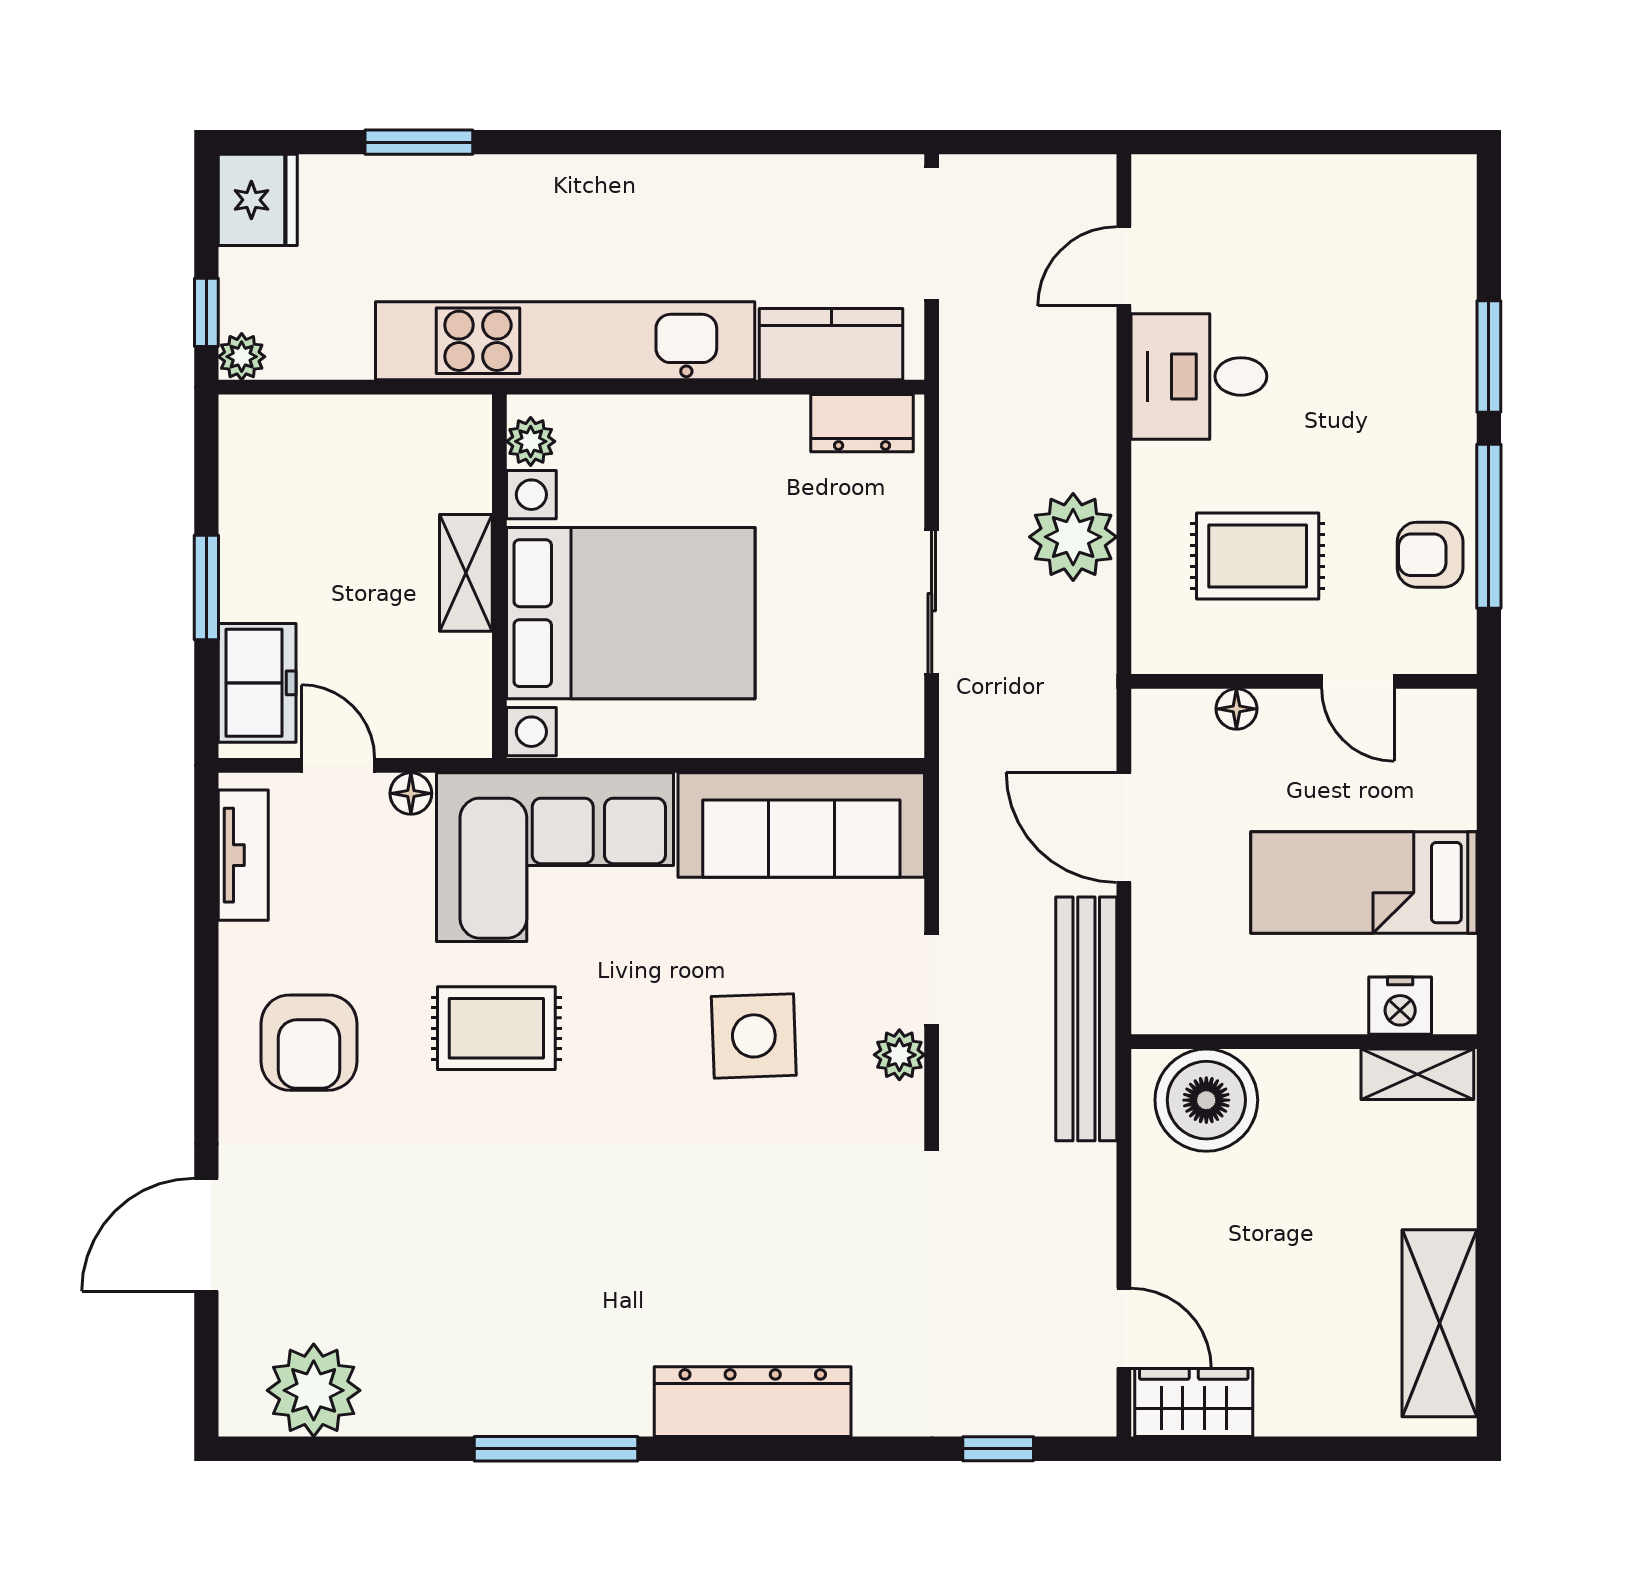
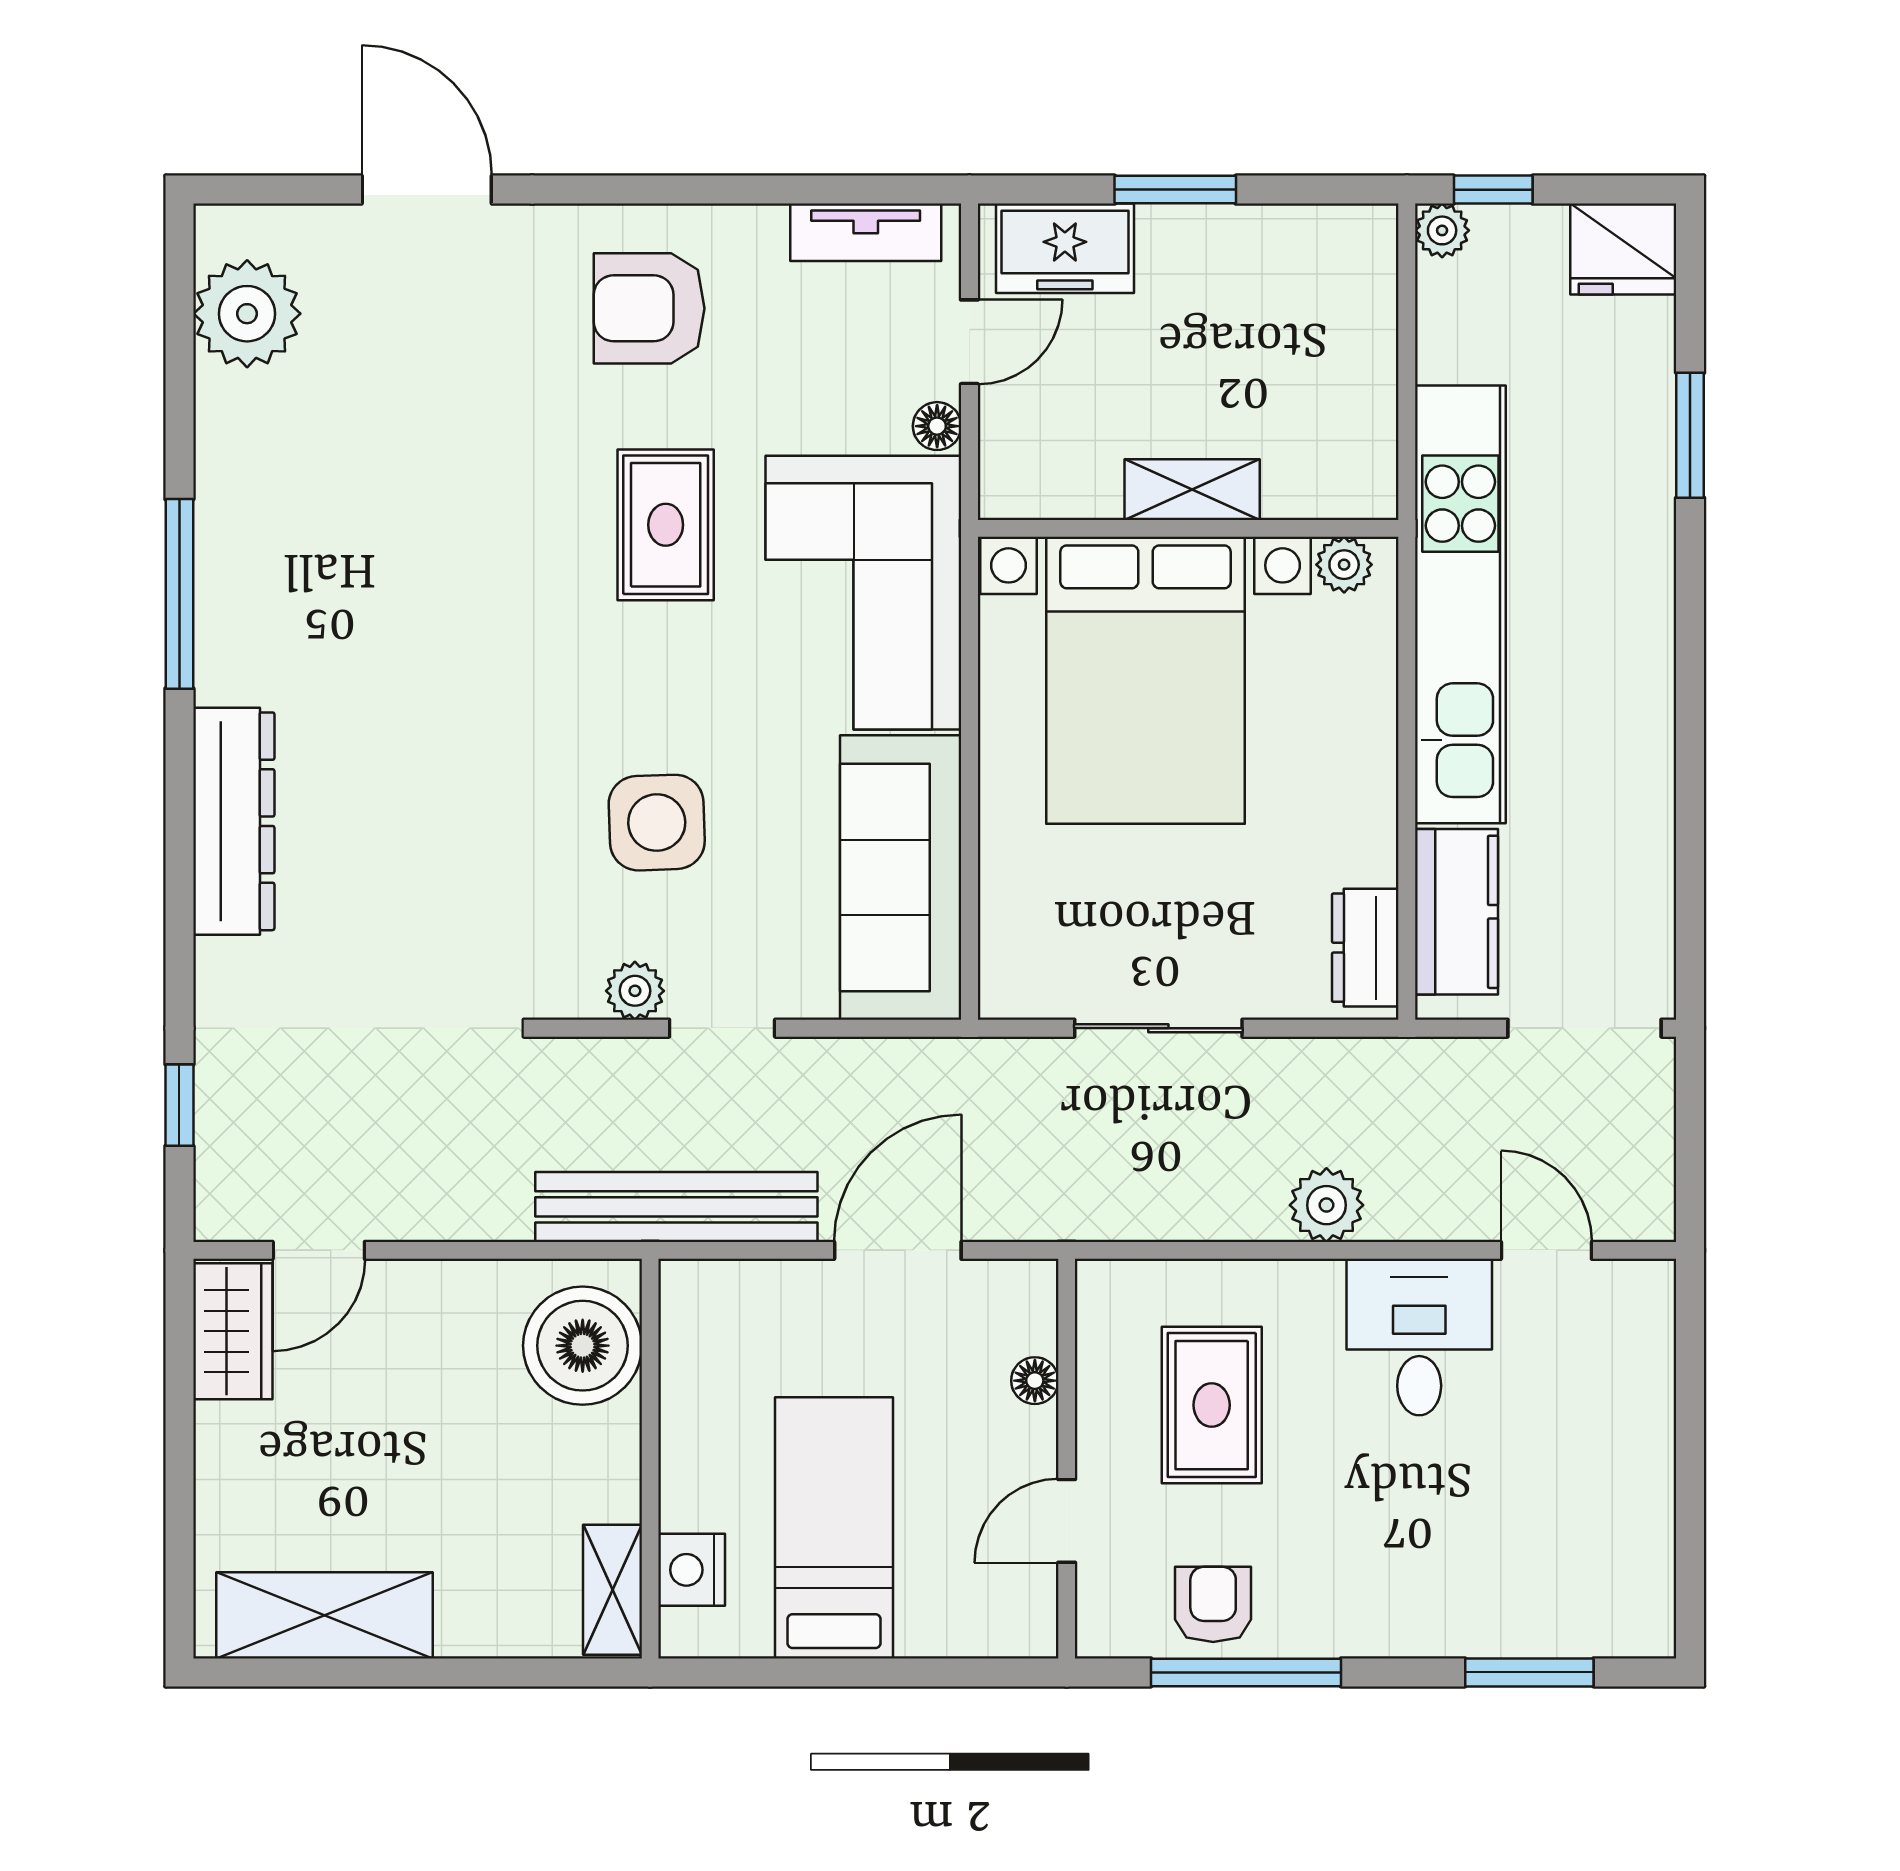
window: (1489, 357) -> (1529, 1672), moved
plant: (1073, 537) -> (1326, 1205), moved, width x0.73, depth x0.73

